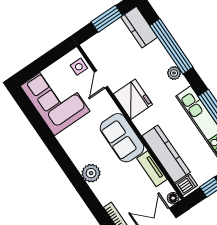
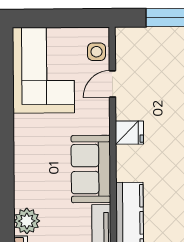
fridge: (133, 99) -> (129, 133), width x0.53, depth x0.75
plant: (91, 173) -> (27, 221), moved

